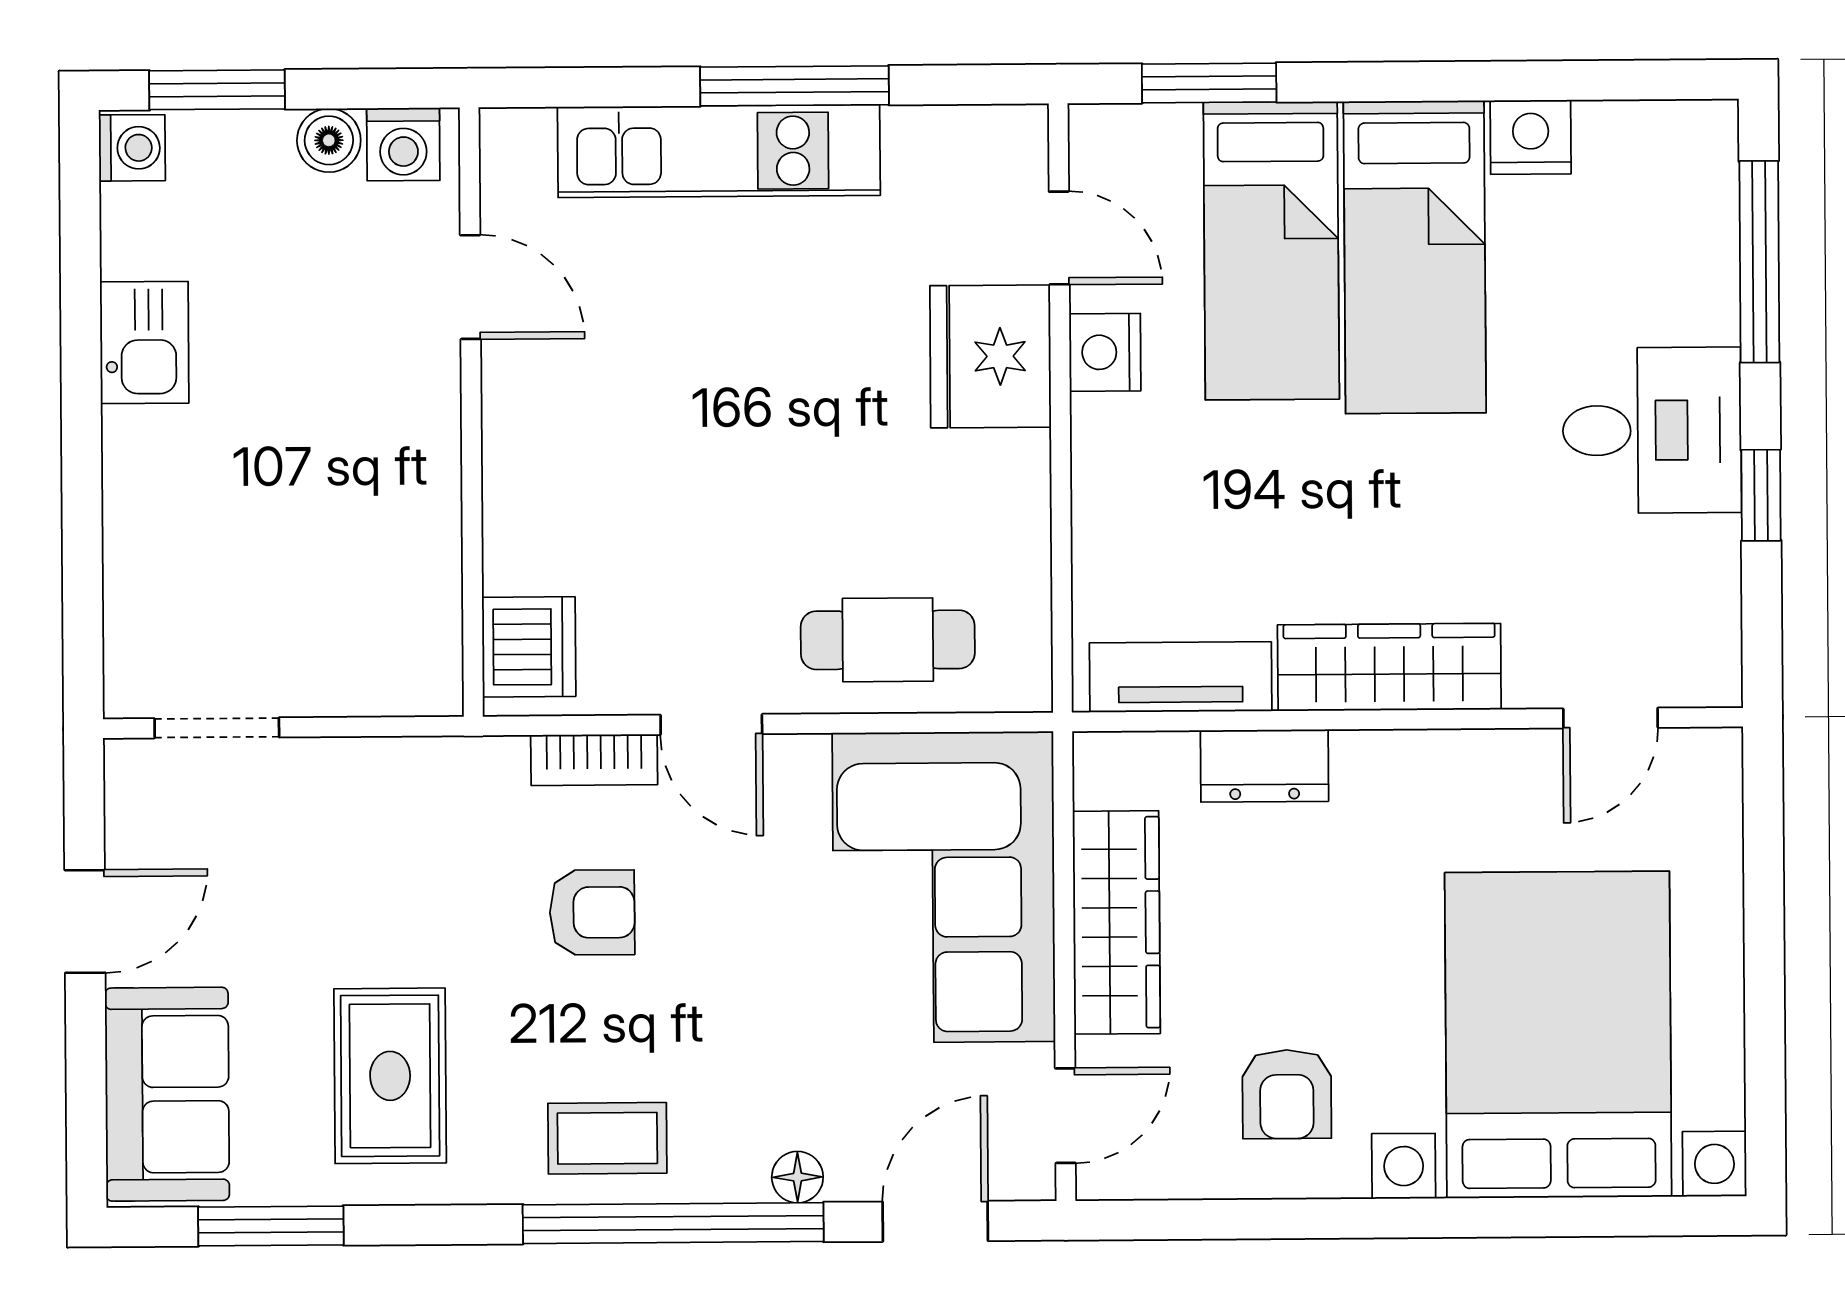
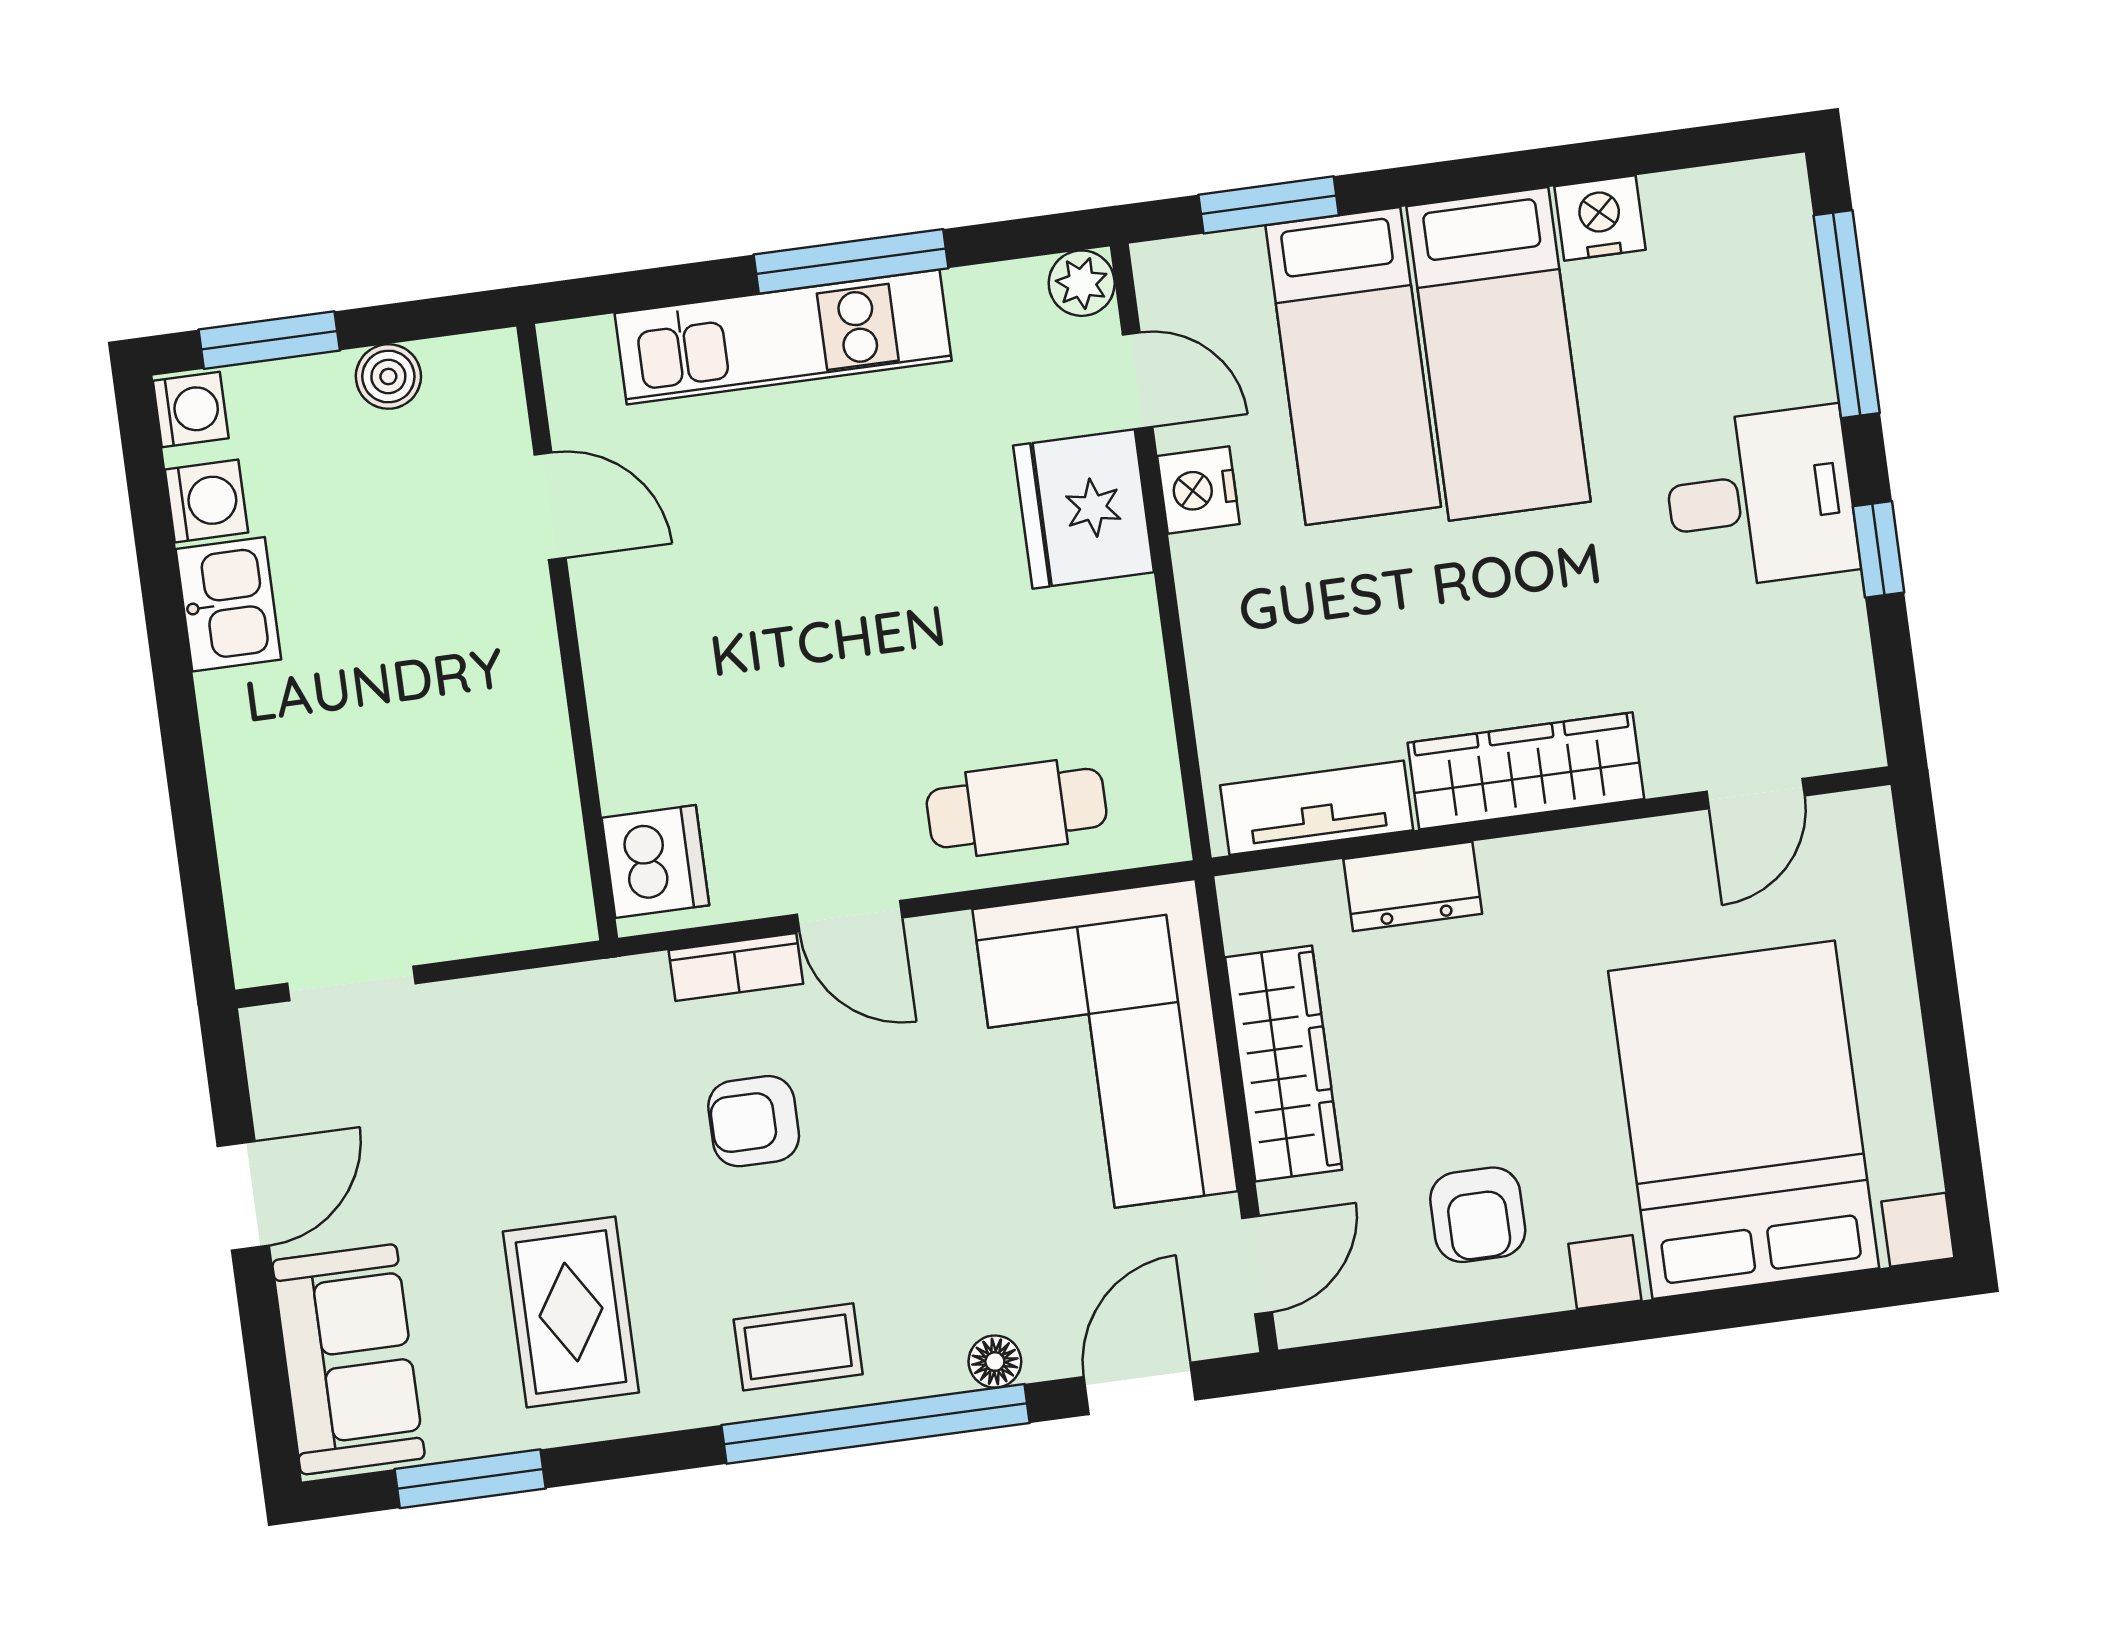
plant: (1017, 136) -> (1082, 283), added
washing machine: (403, 144) -> (207, 501), moved, turned -90
armchair: (592, 912) -> (754, 1121), turned 180

